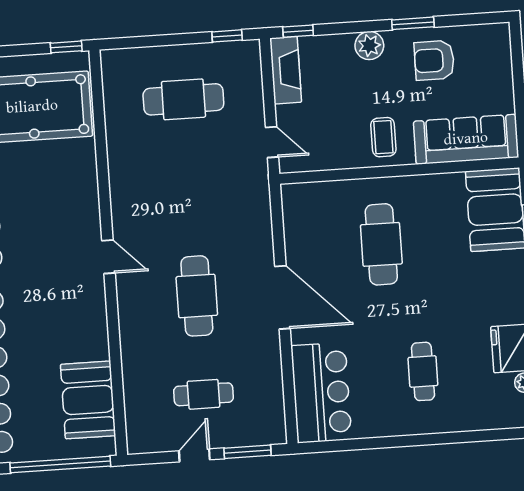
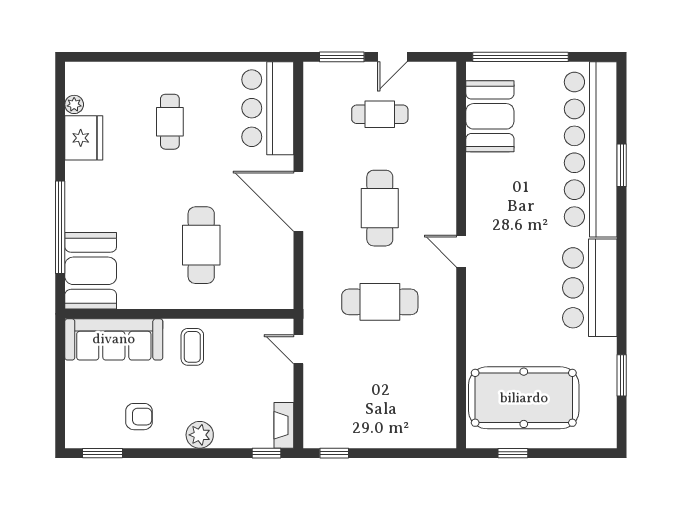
window: (413, 23) -> (102, 453), moved
window: (66, 47) -> (513, 453), moved
armchair: (434, 60) -> (139, 417), width x0.72, depth x0.72
fireplace: (286, 70) -> (284, 425), width x0.73, depth x0.76
cafe table: (183, 99) -> (380, 302), moved

